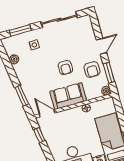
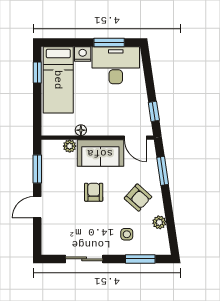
sliding door: (59, 20) -> (84, 259), width x0.73
armchair: (92, 70) -> (138, 198), moved, turned 132
plant: (106, 91) -> (70, 146), moved

